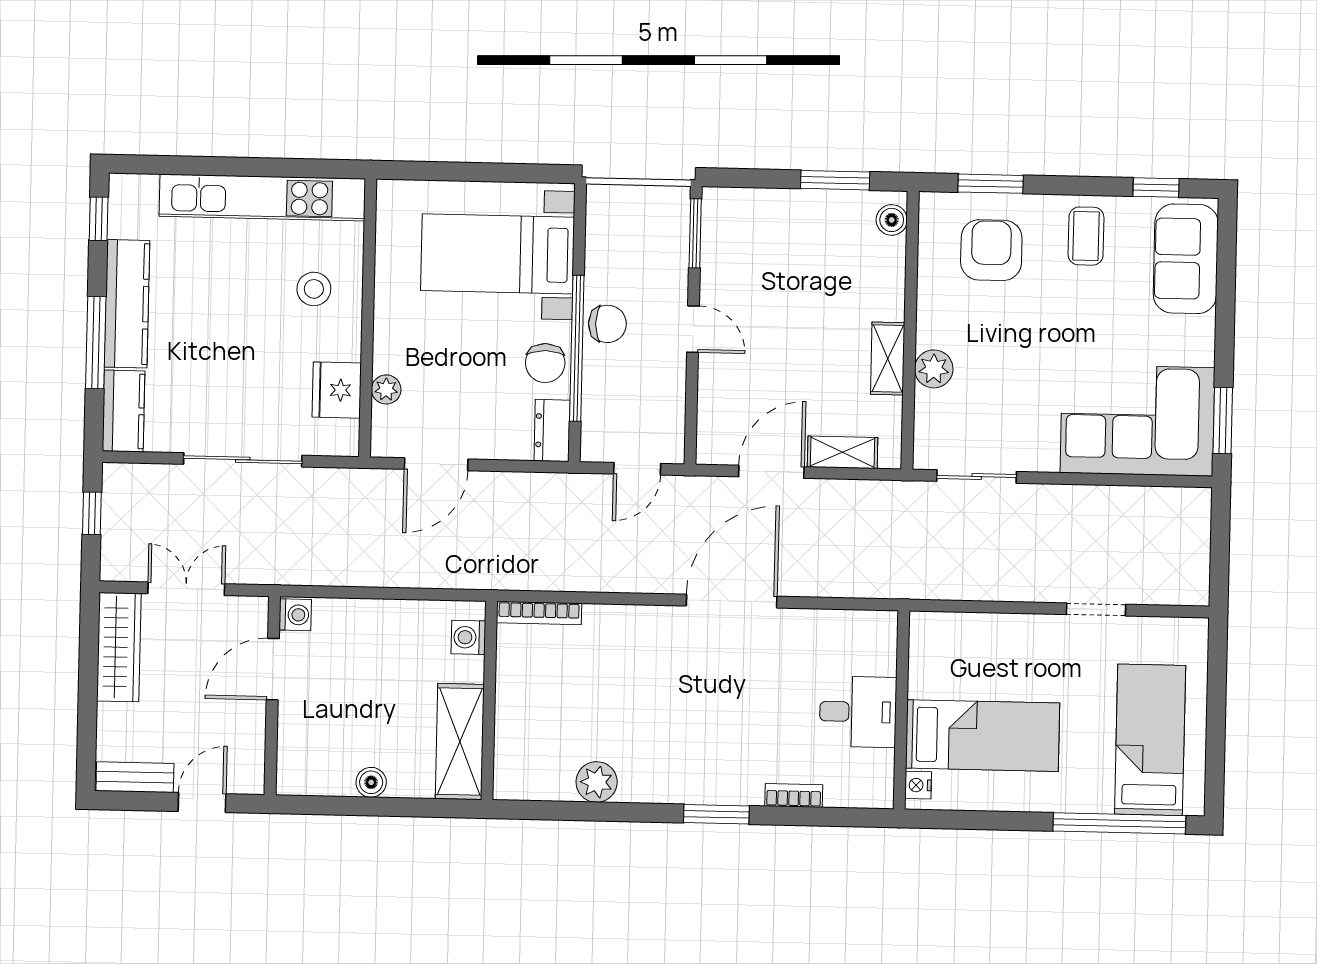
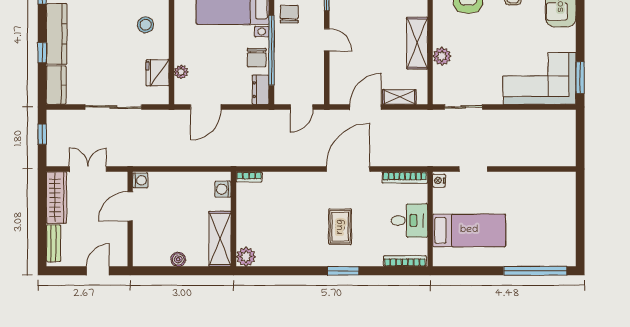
chair: (607, 324) -> (289, 14), moved, turned -90
window: (96, 343) -> (42, 53), width x0.46
shelving: (888, 358) -> (417, 43), width x1.50, depth x1.33
doorway: (1096, 609) -> (473, 169), moved
bookcase: (539, 613) -> (249, 177), width x0.64
bookcase: (850, 621) -> (405, 177), added
rug: (712, 722) -> (340, 227), added
bed: (1150, 740) -> (549, 231), removed
bench: (135, 777) -> (54, 243), moved, turned 90
plant: (597, 782) -> (246, 257), moved
nightstand: (918, 785) -> (439, 181), moved
bookcase: (794, 796) -> (405, 261), moved, width x1.56

